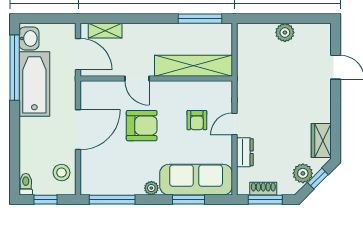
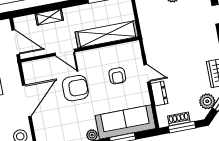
shelving: (105, 31) -> (49, 17), moved
door: (234, 124) -> (147, 73), swing flipped

